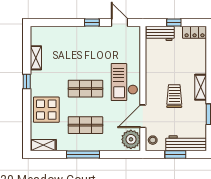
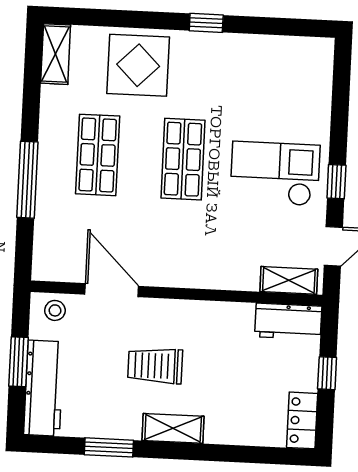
workbench: (160, 33) -> (288, 321), moved, turned -90
shelving: (36, 58) -> (289, 280), moved
checkout: (124, 82) -> (275, 174), moved
trolley: (174, 96) -> (155, 366), turned 180
plant: (131, 139) -> (59, 260), removed
window: (83, 155) -> (27, 180), moved

